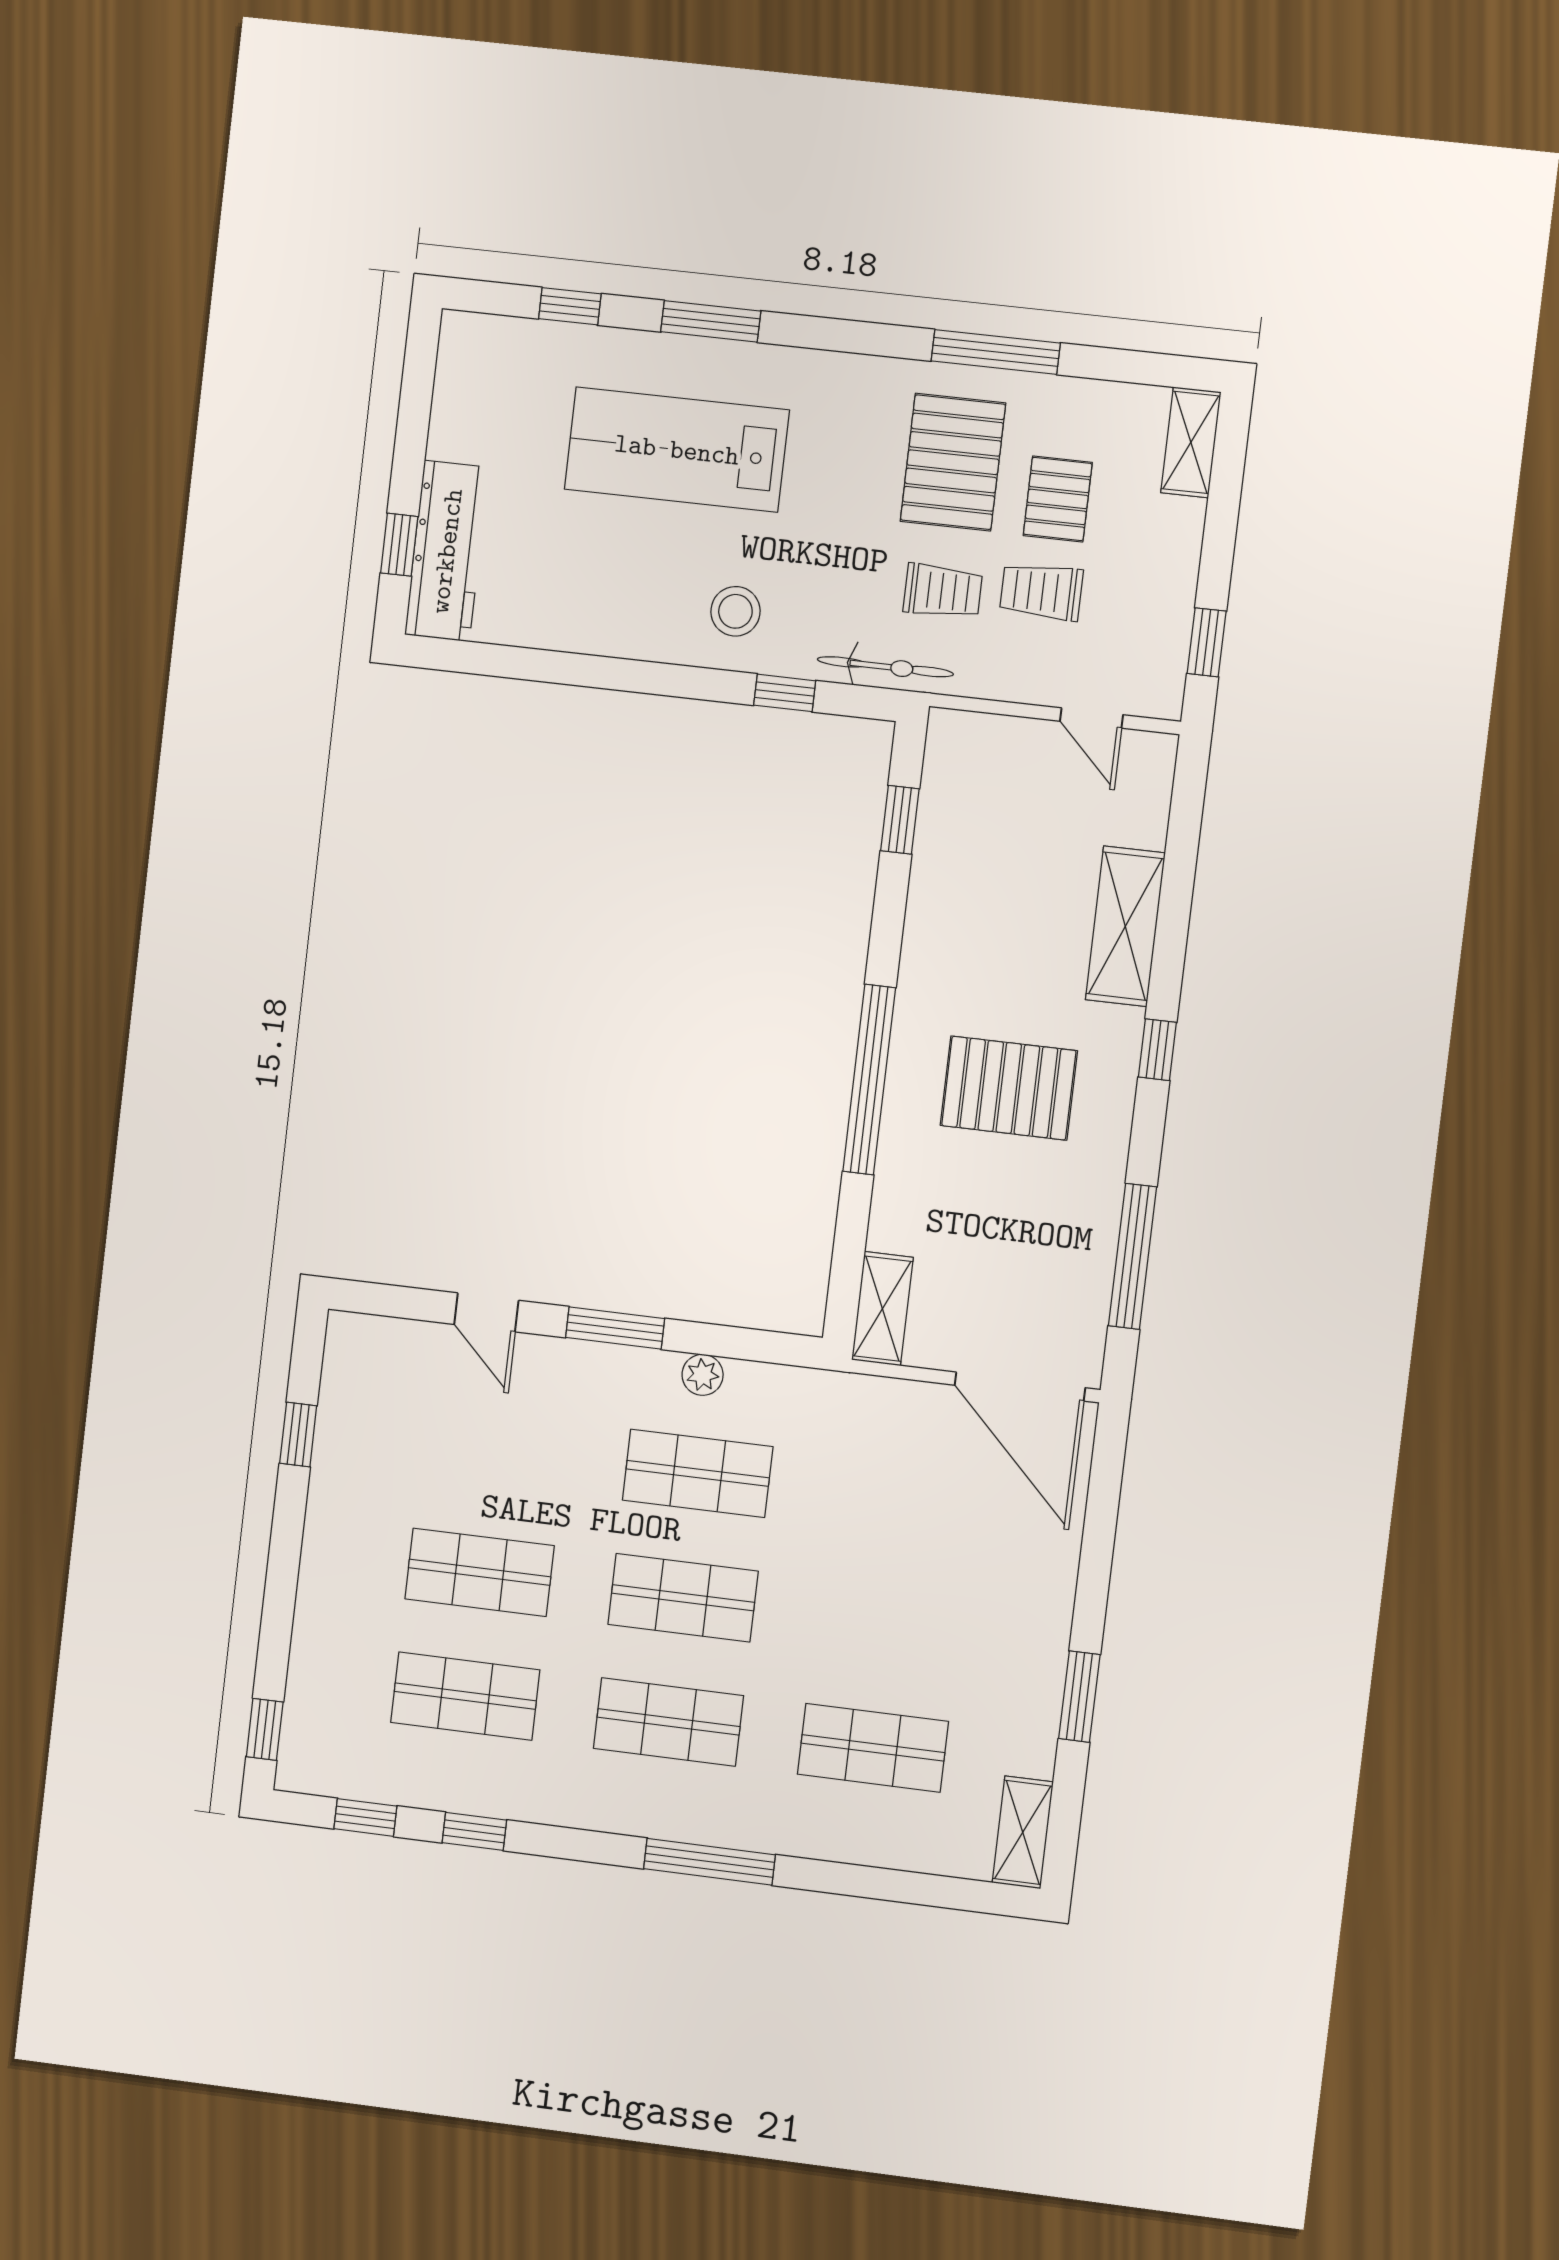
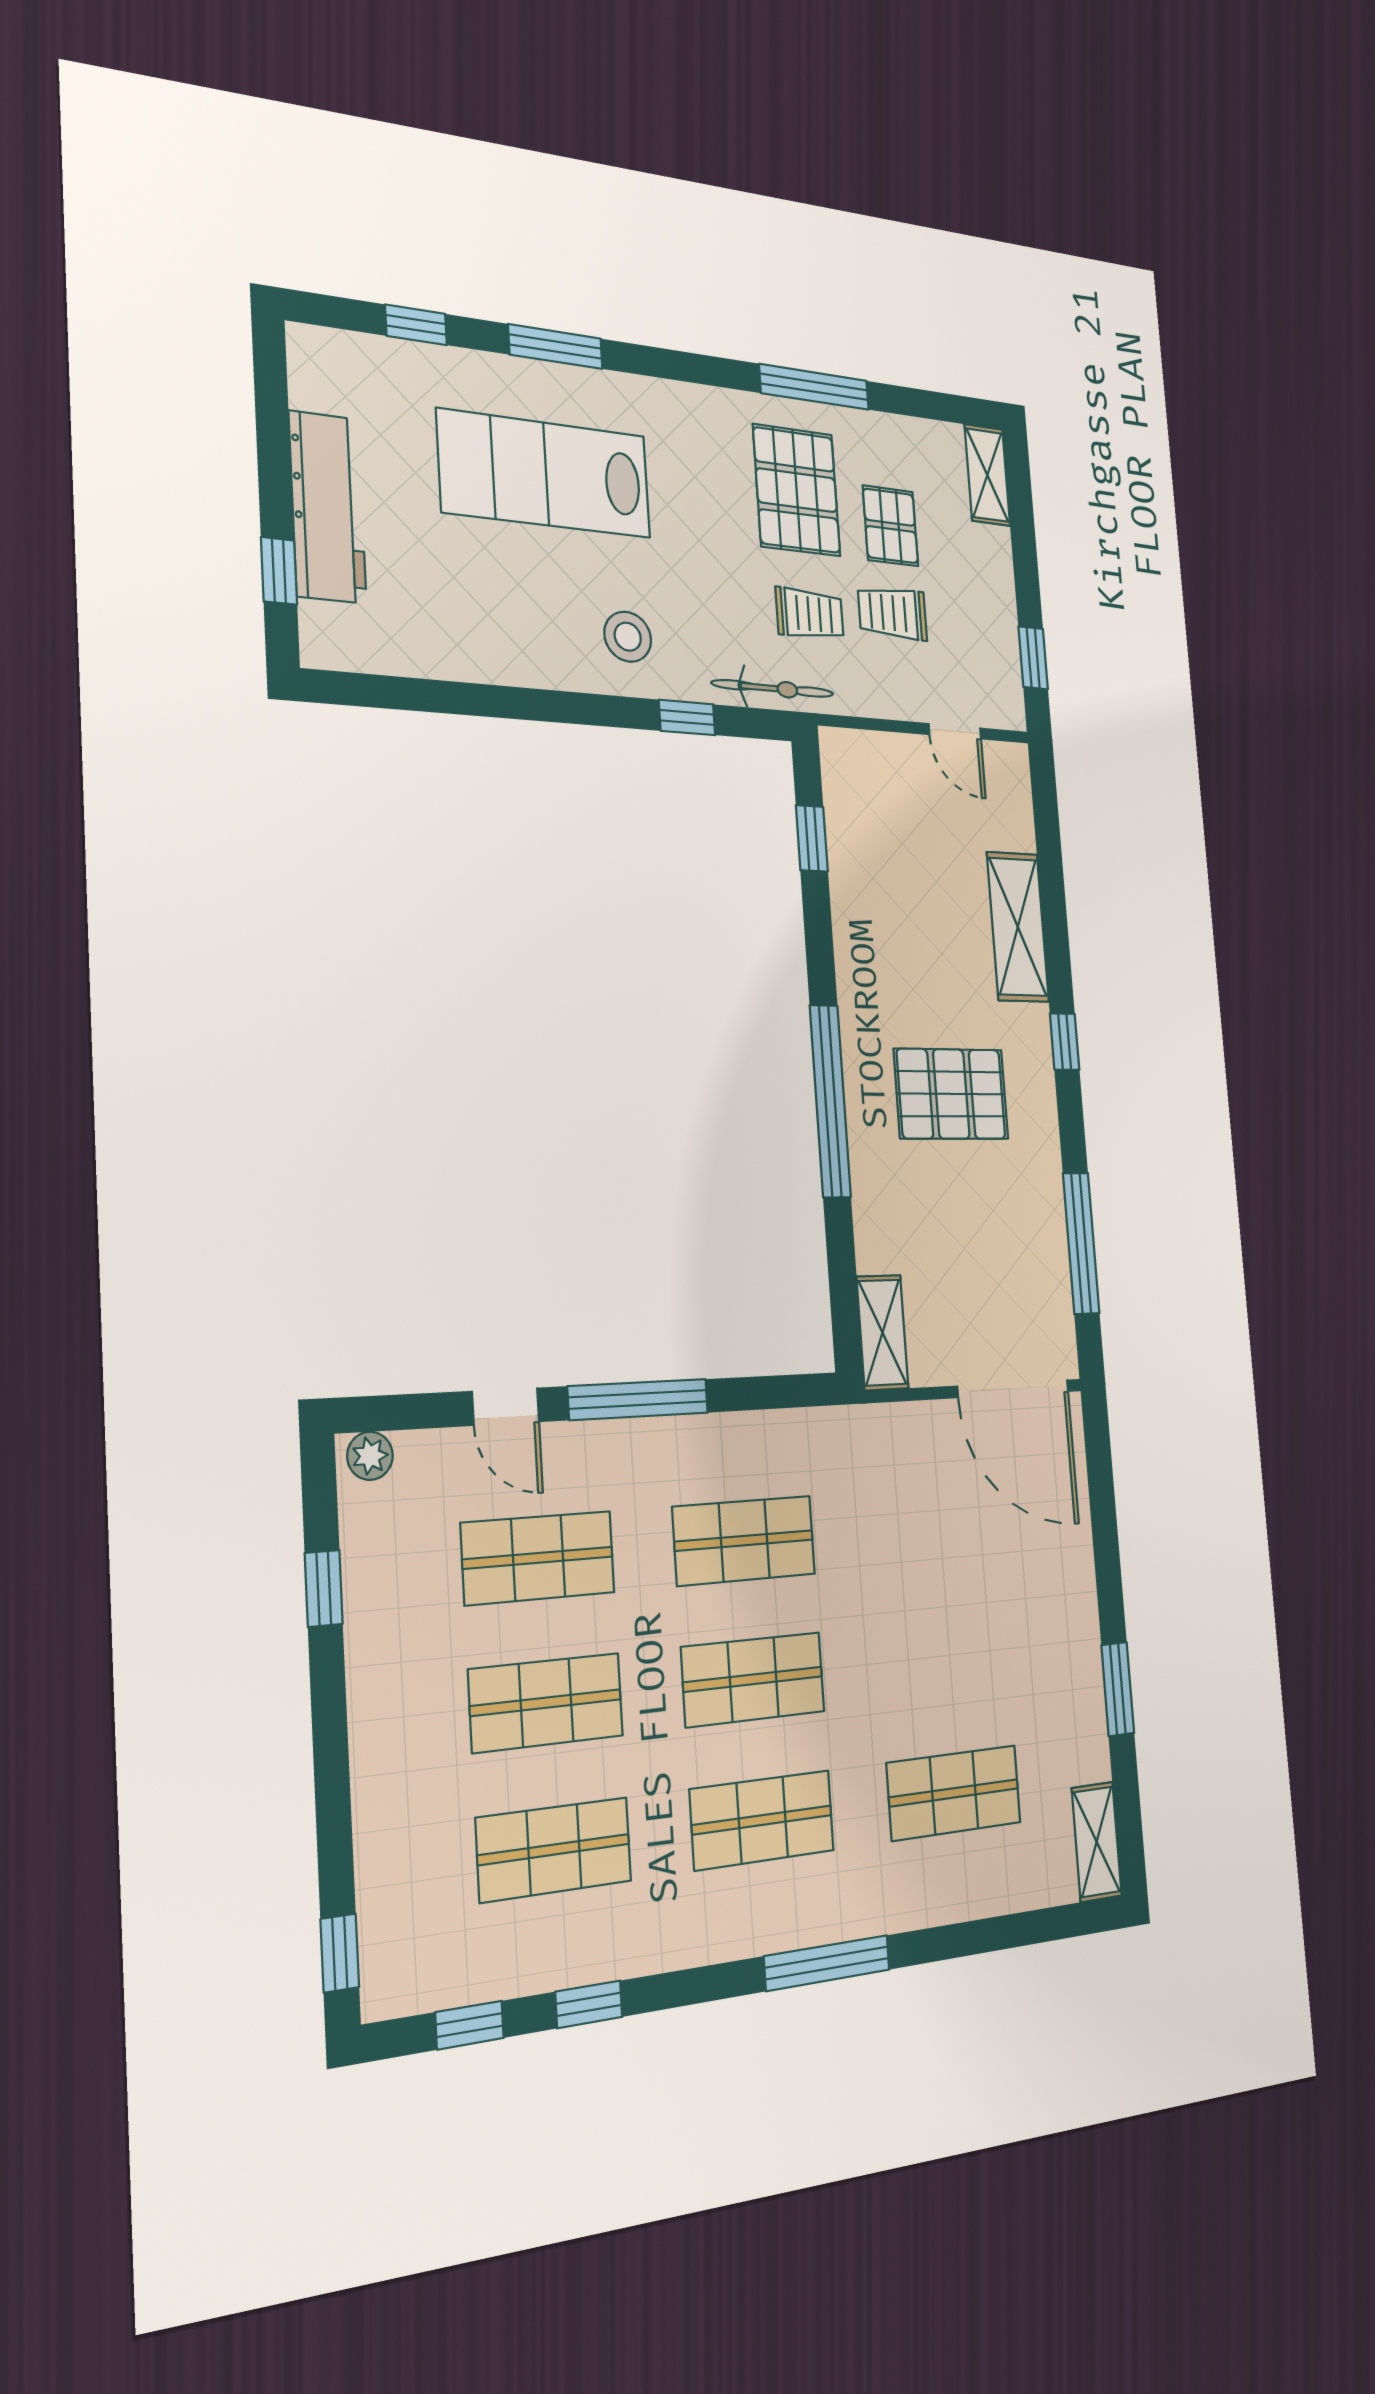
workbench: (447, 551) -> (328, 507), moved
window: (615, 1328) -> (638, 1399), width x1.44
plant: (703, 1375) -> (370, 1456), moved
shop shelf: (494, 1448) -> (538, 1558), added

